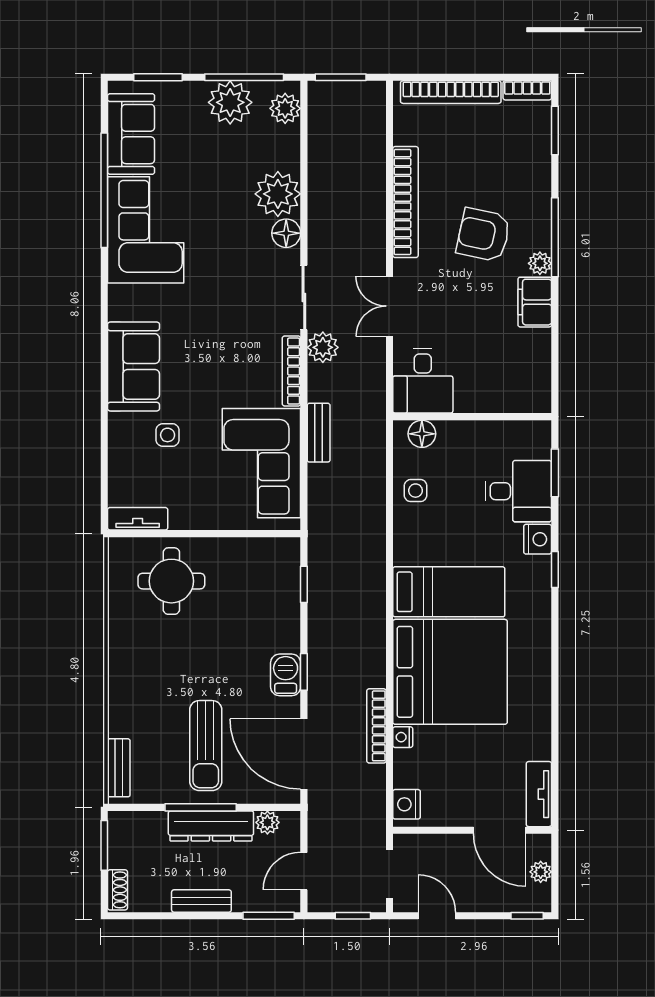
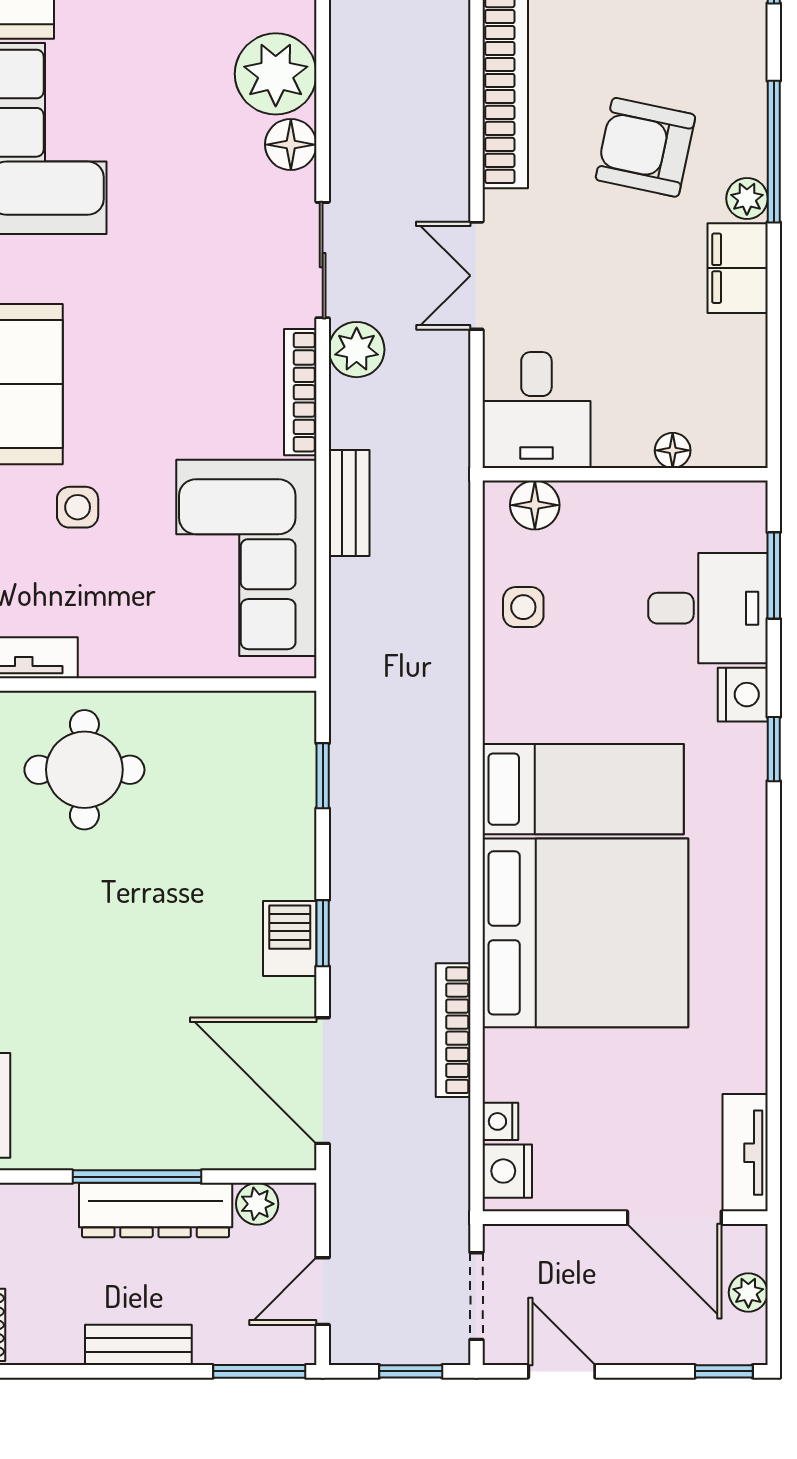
floor lamp: (499, 403) -> (673, 450), added
nightstand: (403, 737) -> (500, 1121), moved
sun lounger: (206, 746) -> (146, 1065), removed

